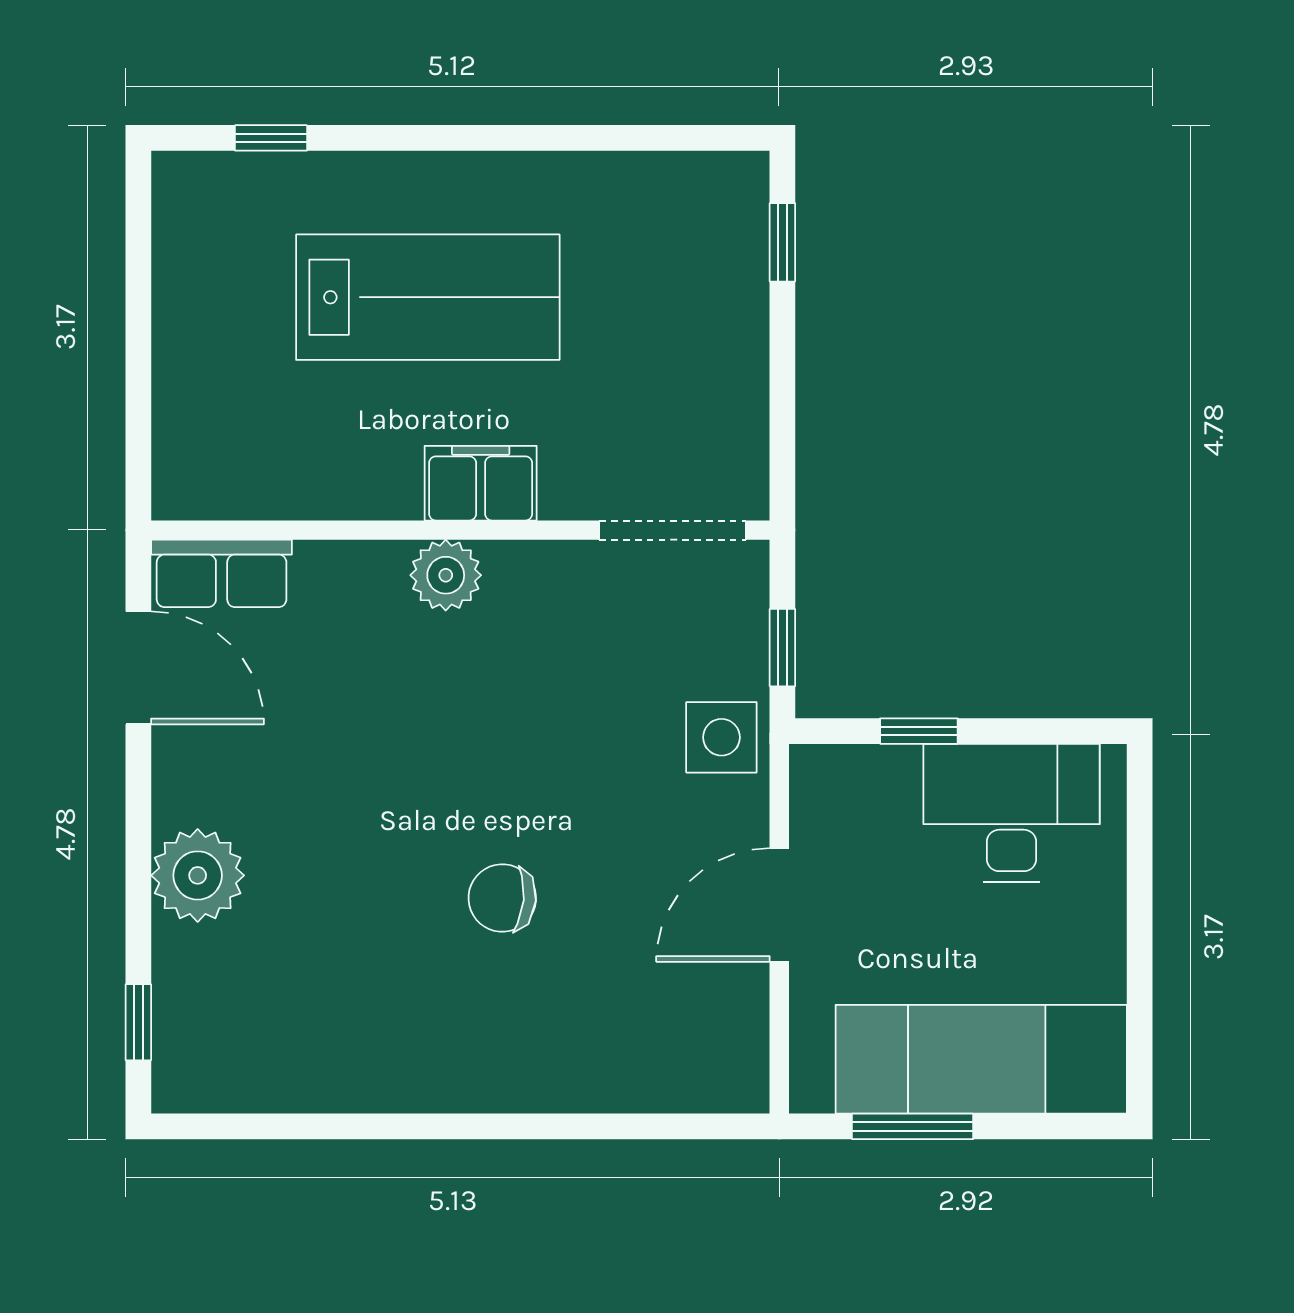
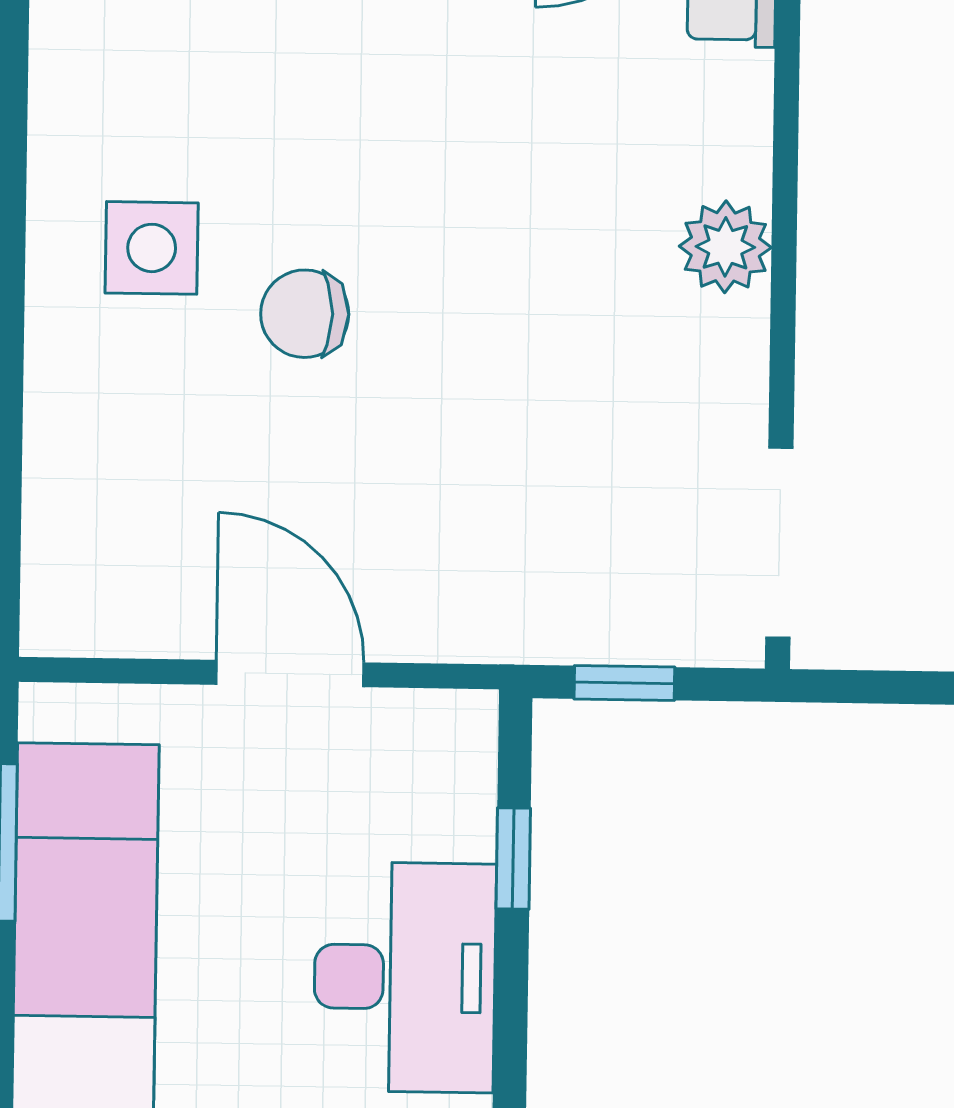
filing cabinet: (481, 483) -> (844, 294), removed
side table: (721, 737) -> (152, 248), moved
chair: (502, 898) -> (305, 314), turned -95

